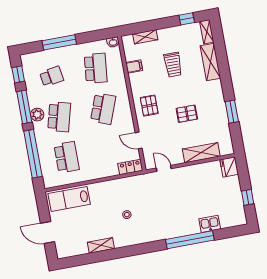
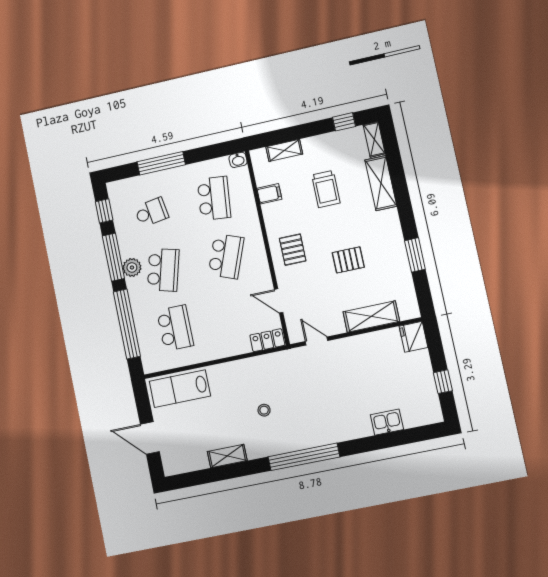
window: (190, 240) -> (304, 457), moved

